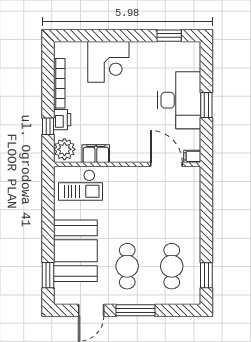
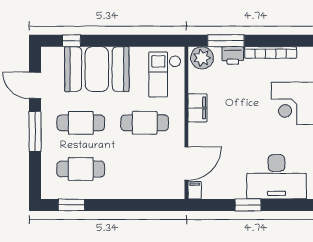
desk: (179, 100) -> (277, 177), moved
window: (48, 126) -> (226, 41), width x2.17
filing cabinet: (96, 154) -> (197, 108), moved
cafe table: (127, 205) -> (145, 123), added
window: (48, 275) -> (71, 41), width x0.67

